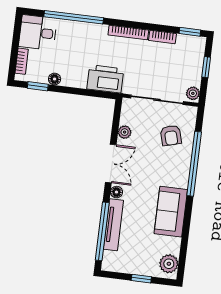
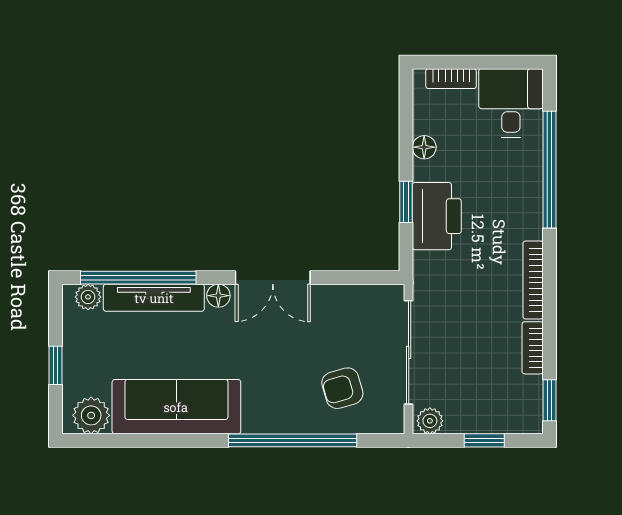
printer: (105, 79) -> (437, 216), moved
window: (38, 86) -> (406, 202), moved
plant: (125, 132) -> (88, 297), moved
sofa: (171, 212) -> (176, 407), width x1.36

